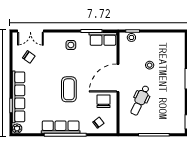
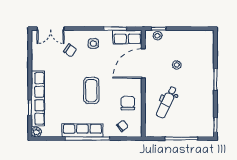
chair: (29, 57) -> (70, 50), moved
door: (118, 78) -> (143, 64), moved

